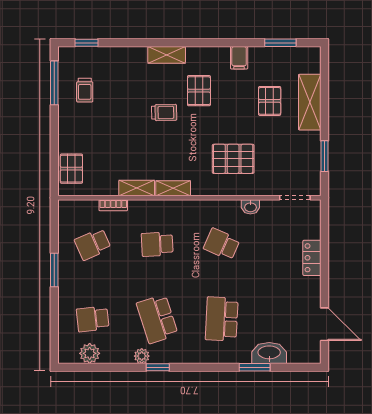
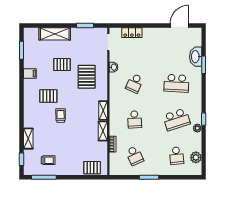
shelving: (167, 55) -> (28, 139), moved
pallet: (270, 101) -> (62, 65), moved
locker: (312, 258) -> (132, 33), moved

